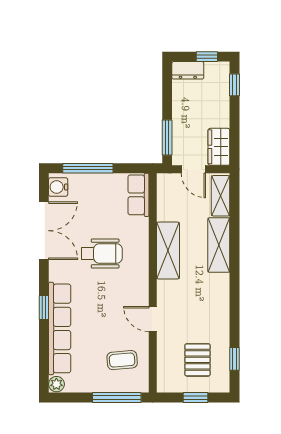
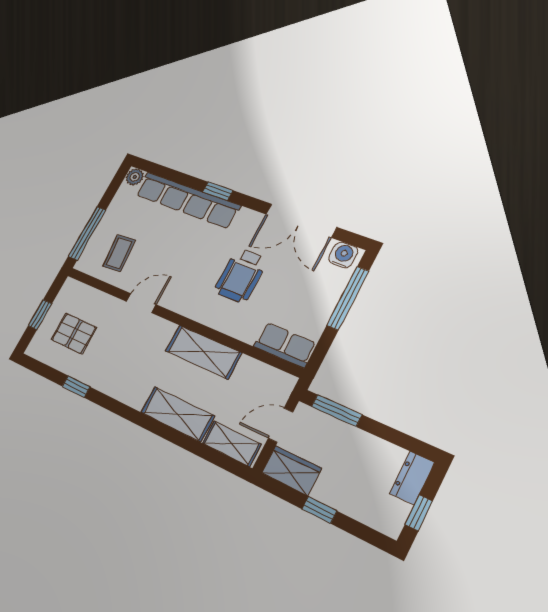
window: (235, 85) -> (319, 510), moved
window: (235, 359) -> (76, 387), moved

